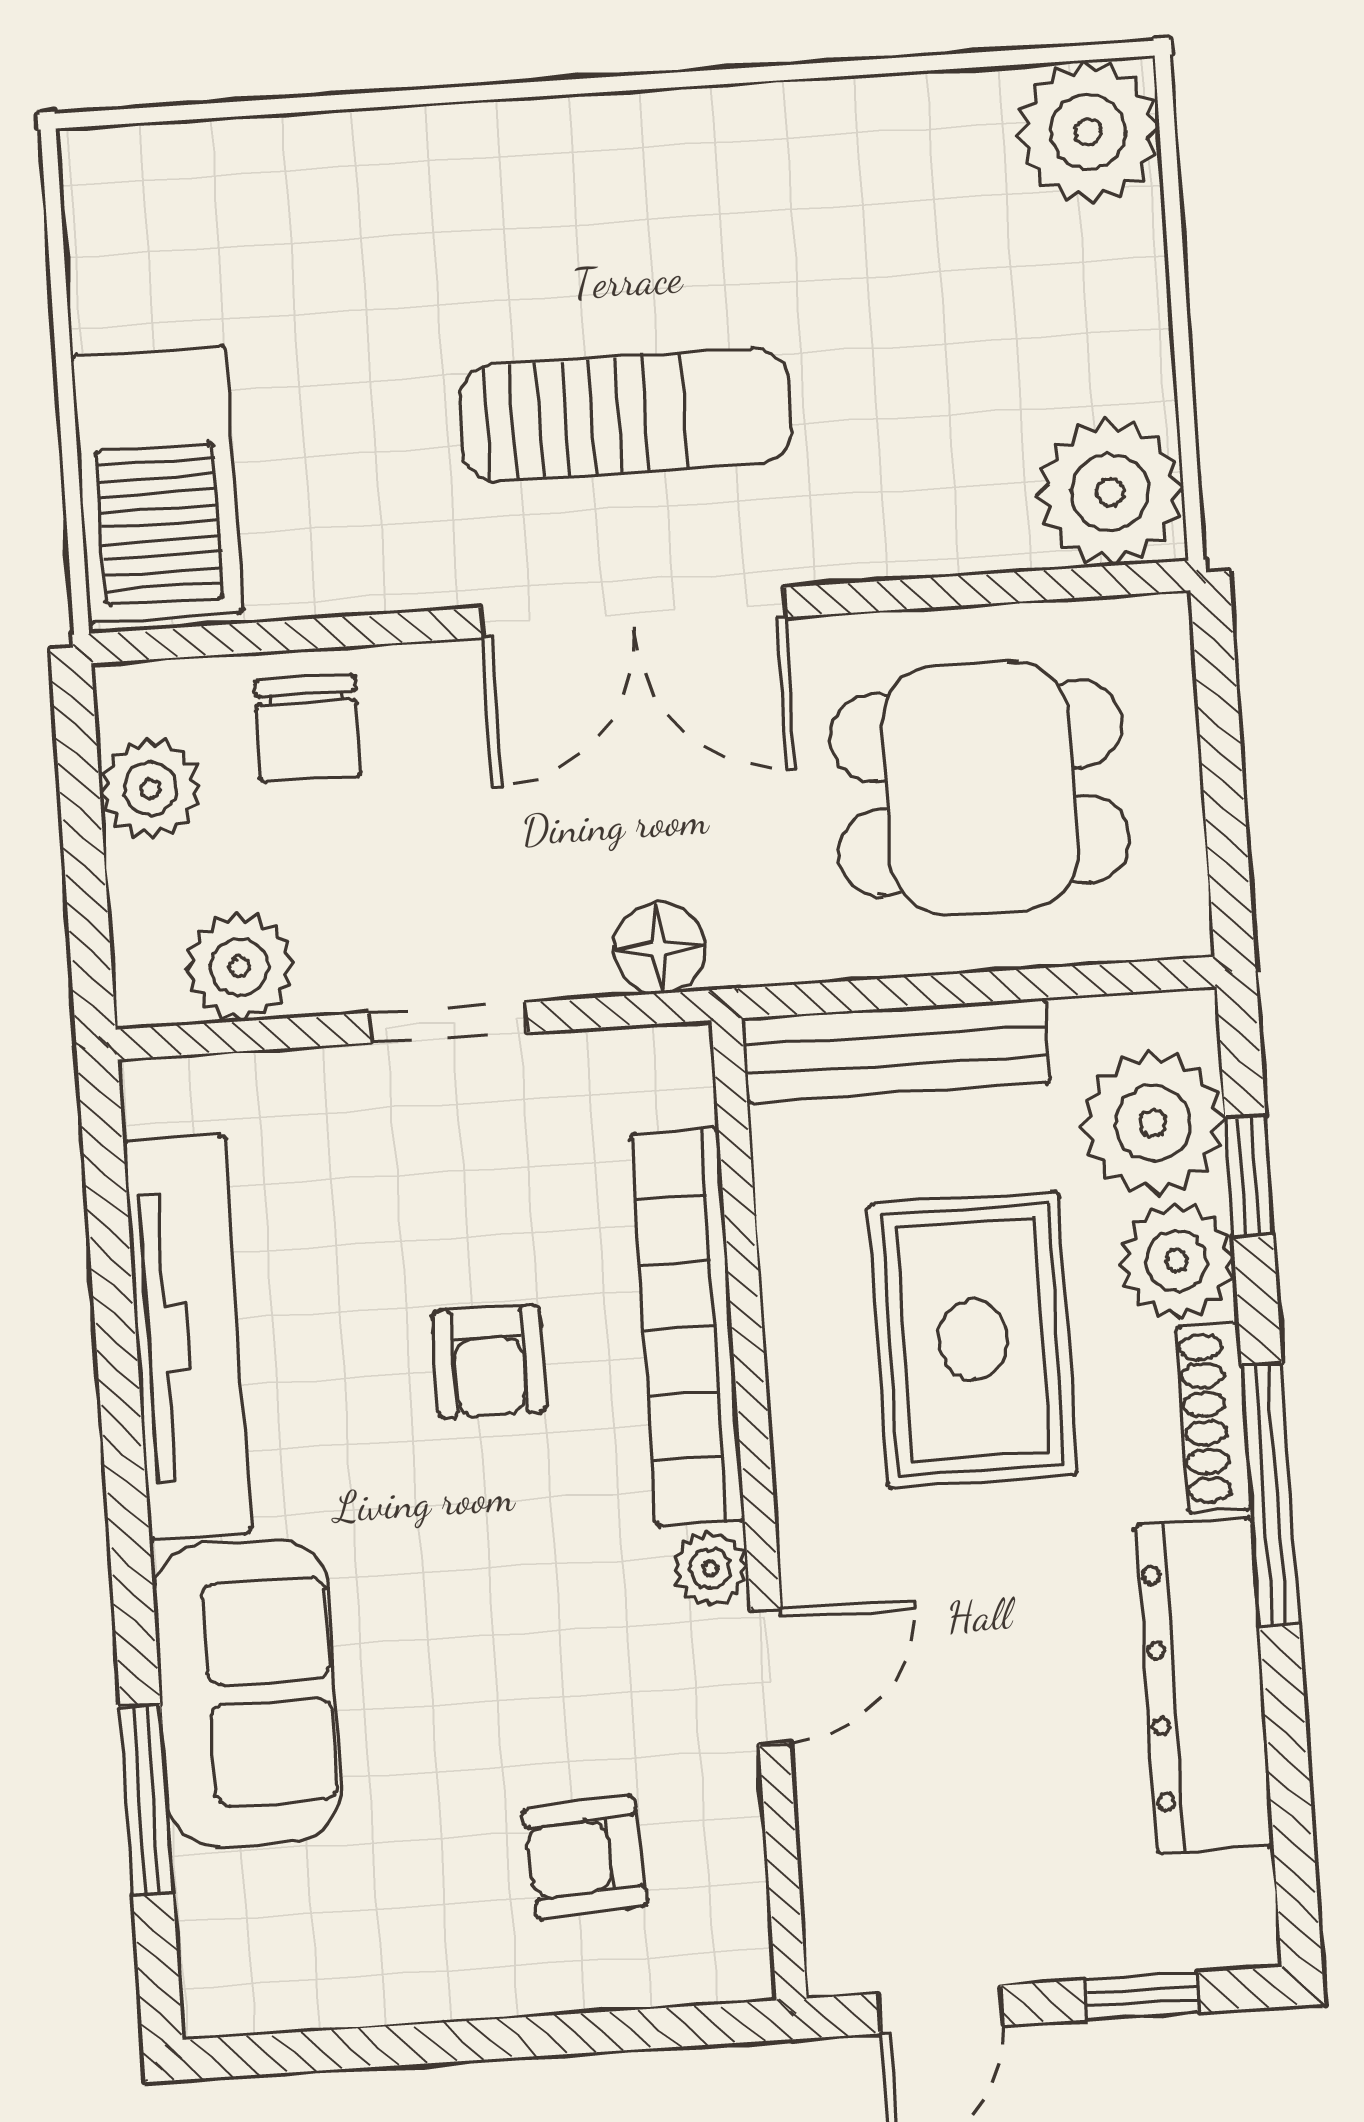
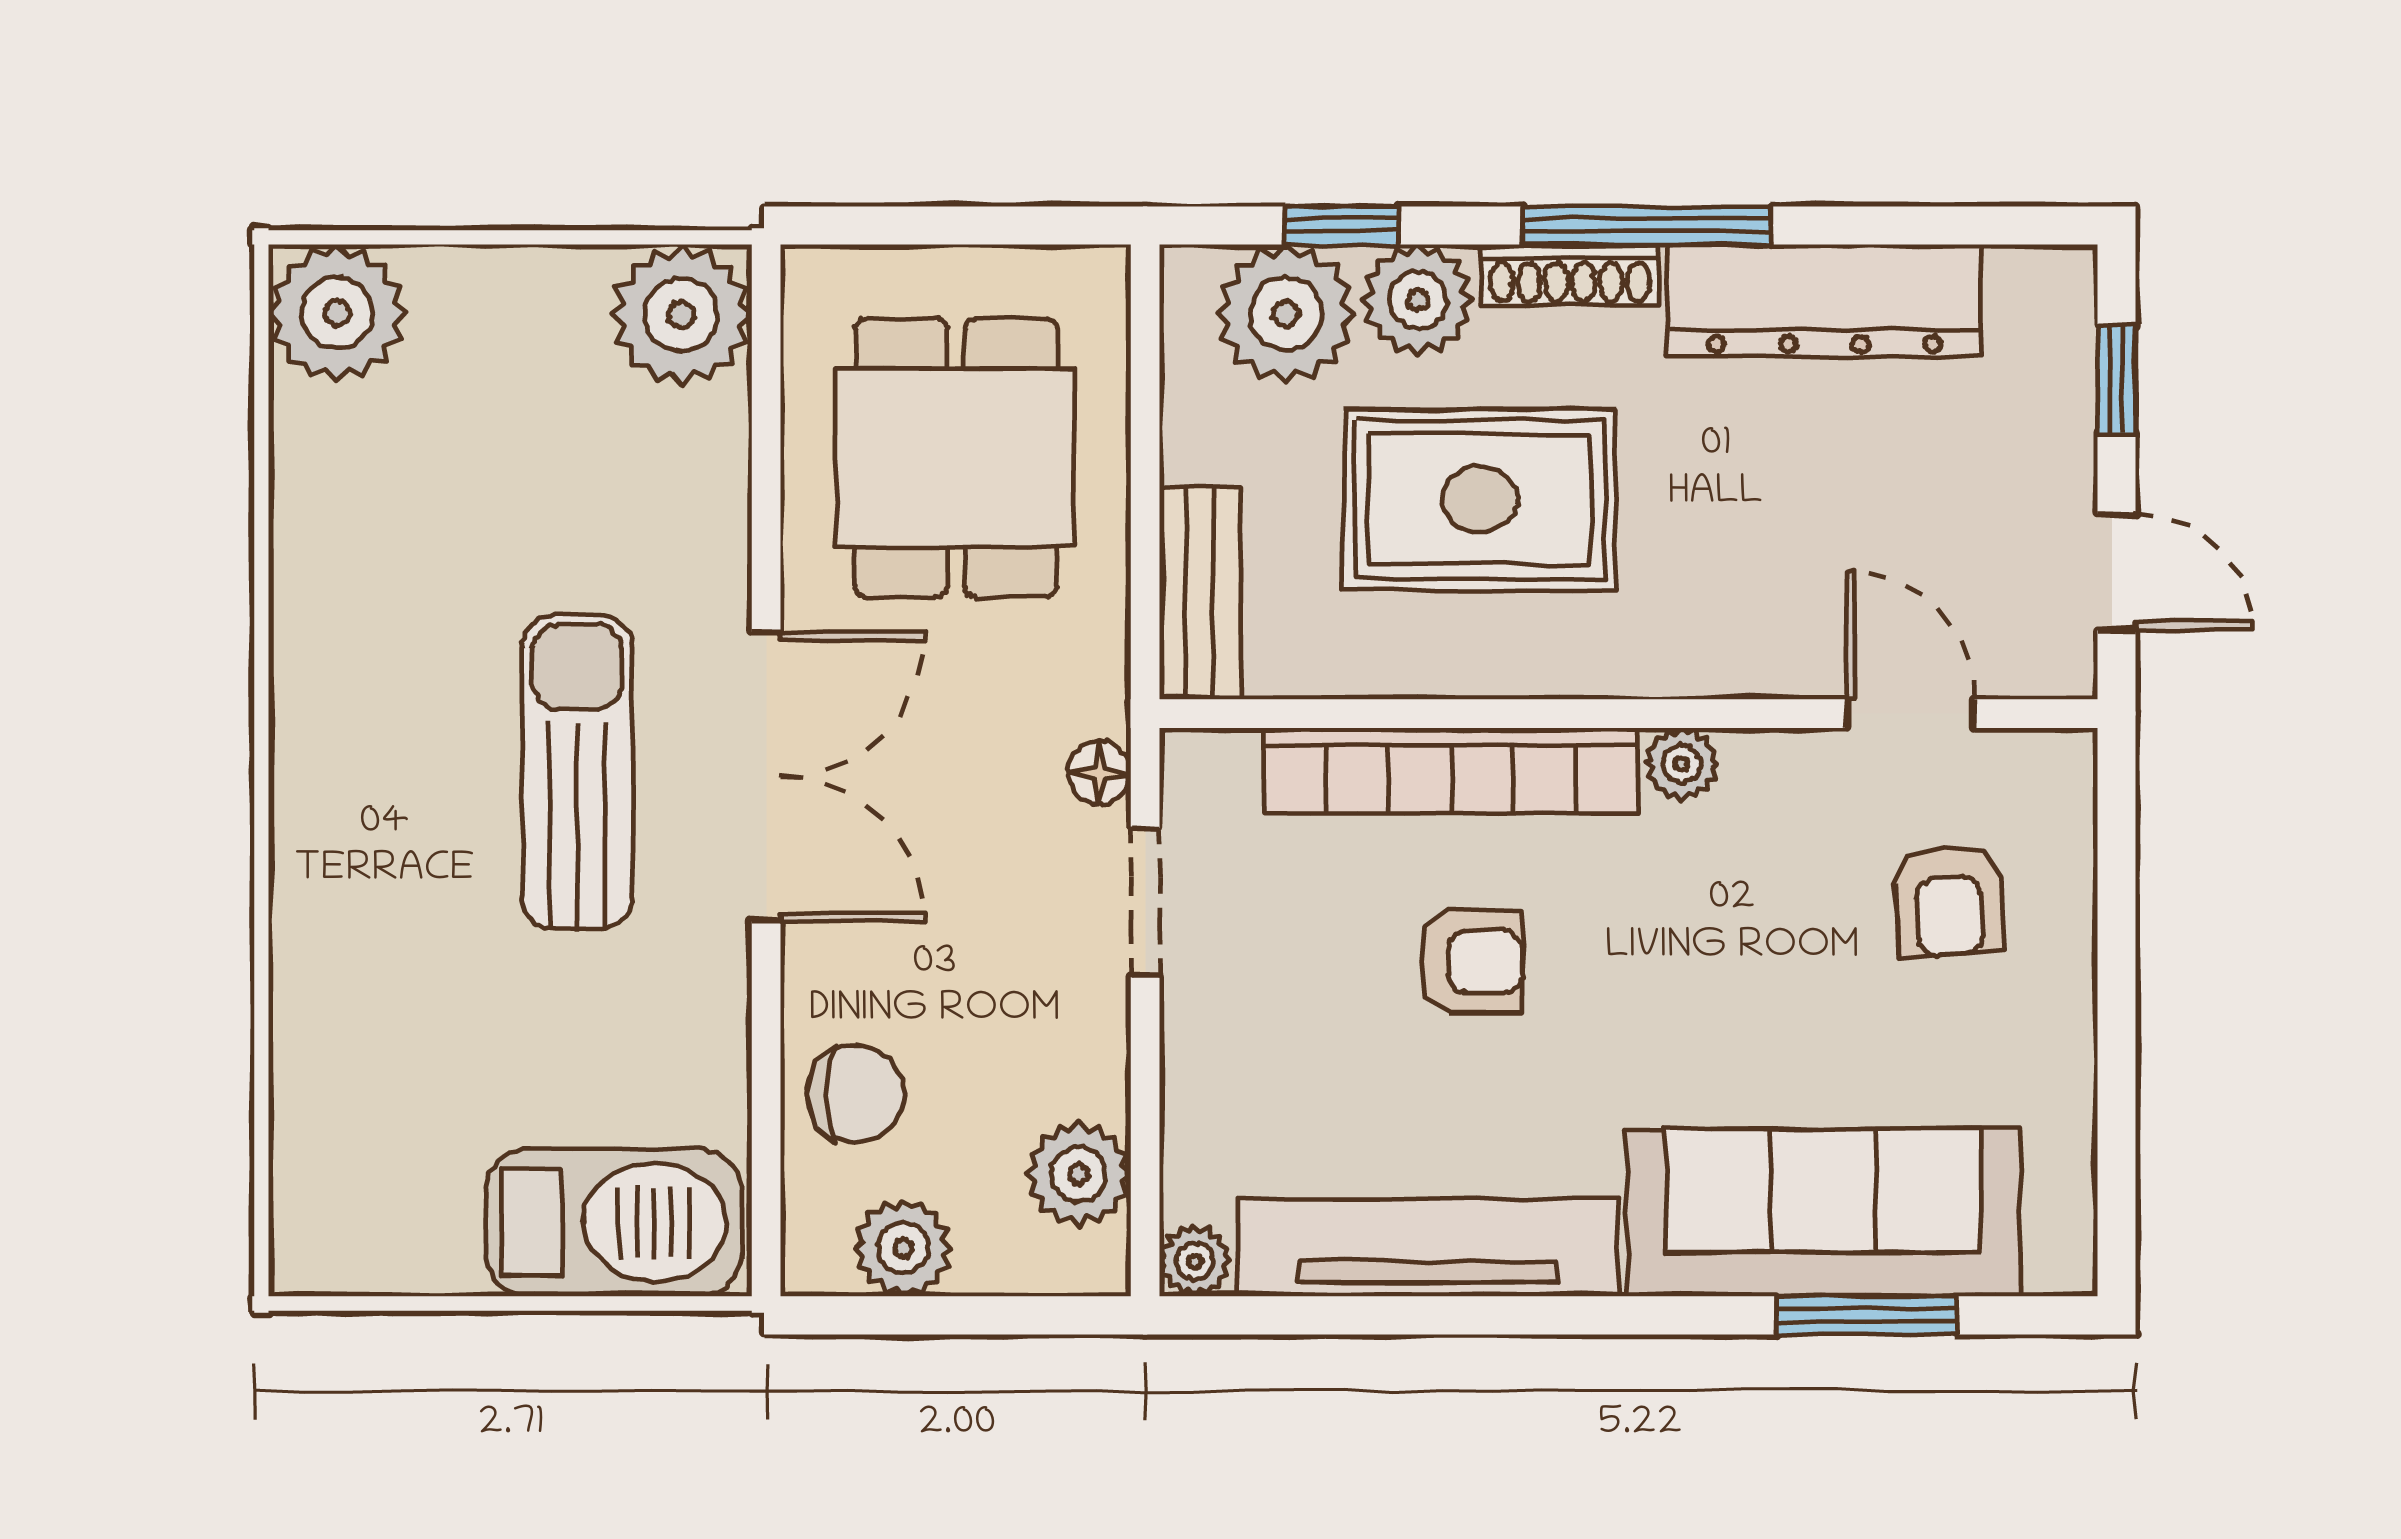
floor lamp: (660, 948) -> (1099, 773), width x0.73, depth x0.73
doorway: (448, 1023) -> (1145, 902), moved
bench: (896, 1050) -> (1200, 593), width x0.73
plant: (157, 1094) -> (1195, 1261), added
door: (770, 1677) -> (1911, 714), moved
sofa: (247, 1693) -> (1823, 1213), width x1.36

